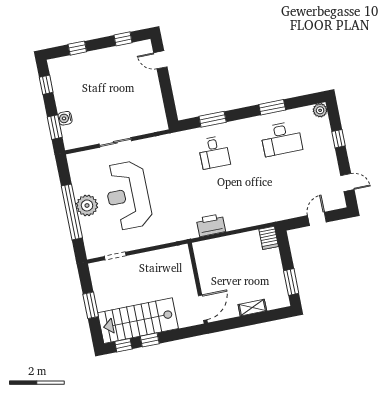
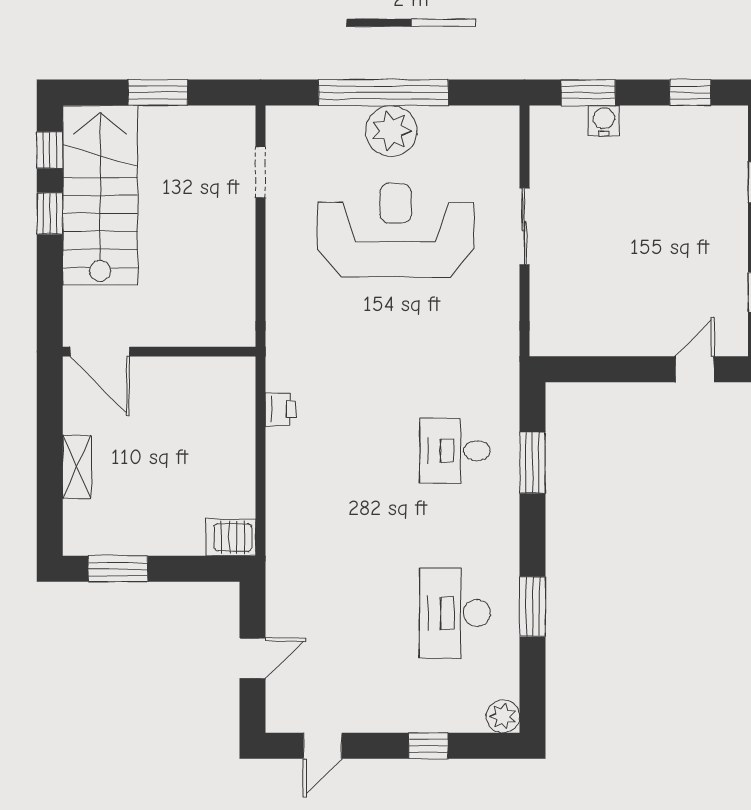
door: (317, 219) -> (253, 658), hinge flipped
printer: (211, 225) -> (280, 409), width x0.53, depth x0.68

